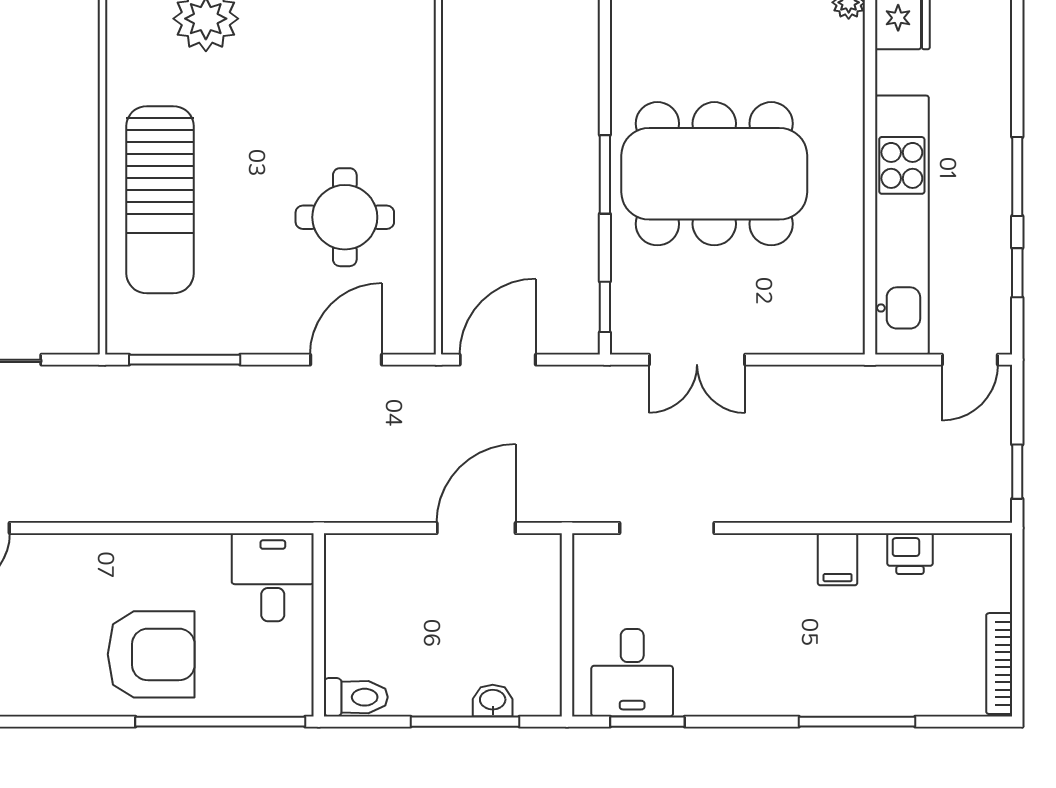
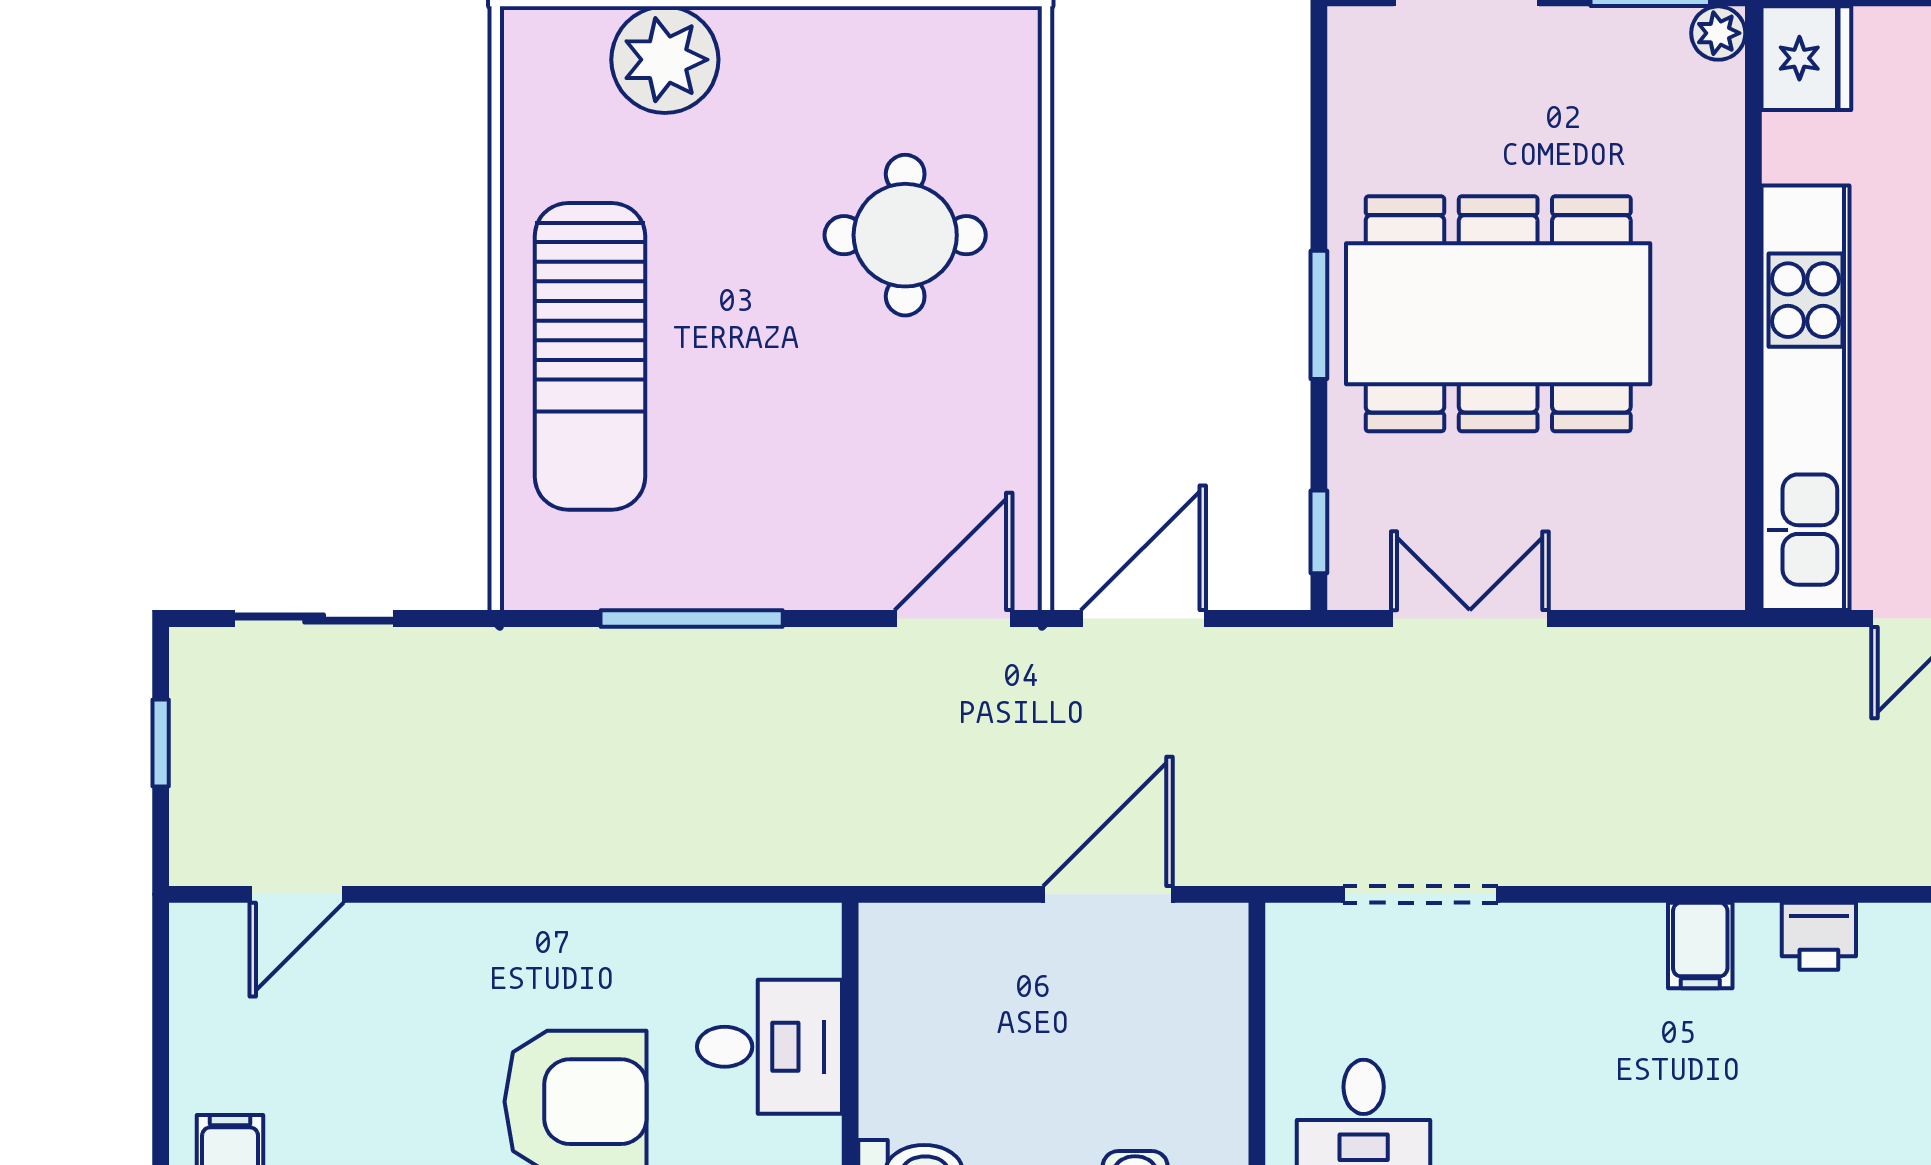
round table: (345, 217) -> (905, 235), moved
window: (185, 360) -> (692, 619), moved
door: (346, 360) -> (953, 619), moved
double door: (697, 360) -> (1470, 619), swing flipped
desk: (273, 577) -> (769, 1047), moved, turned 90

